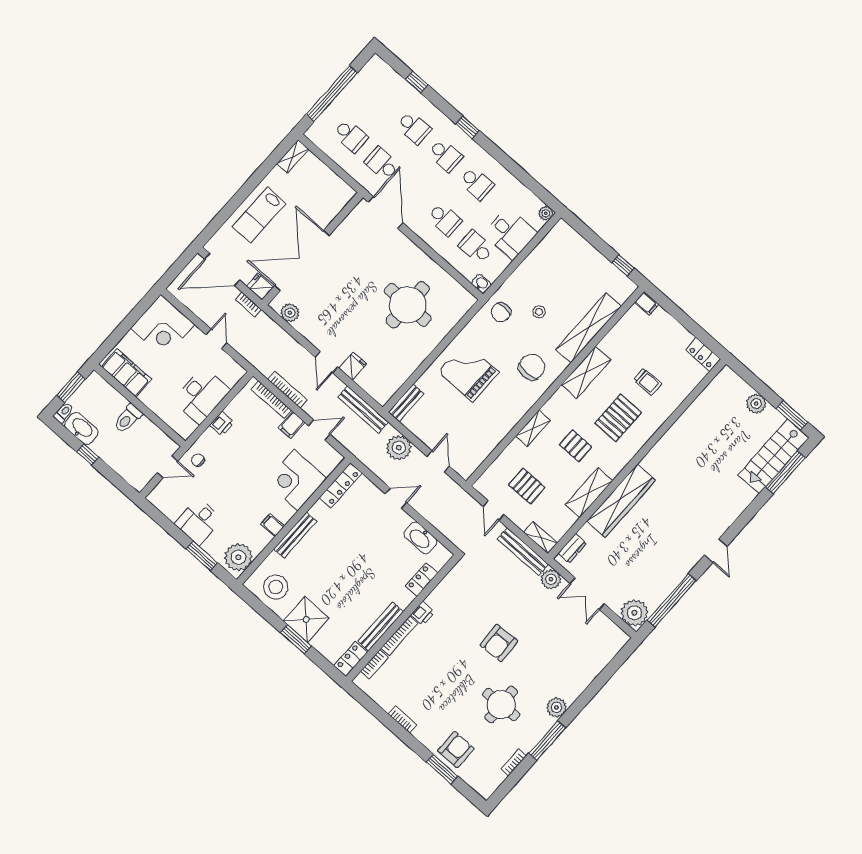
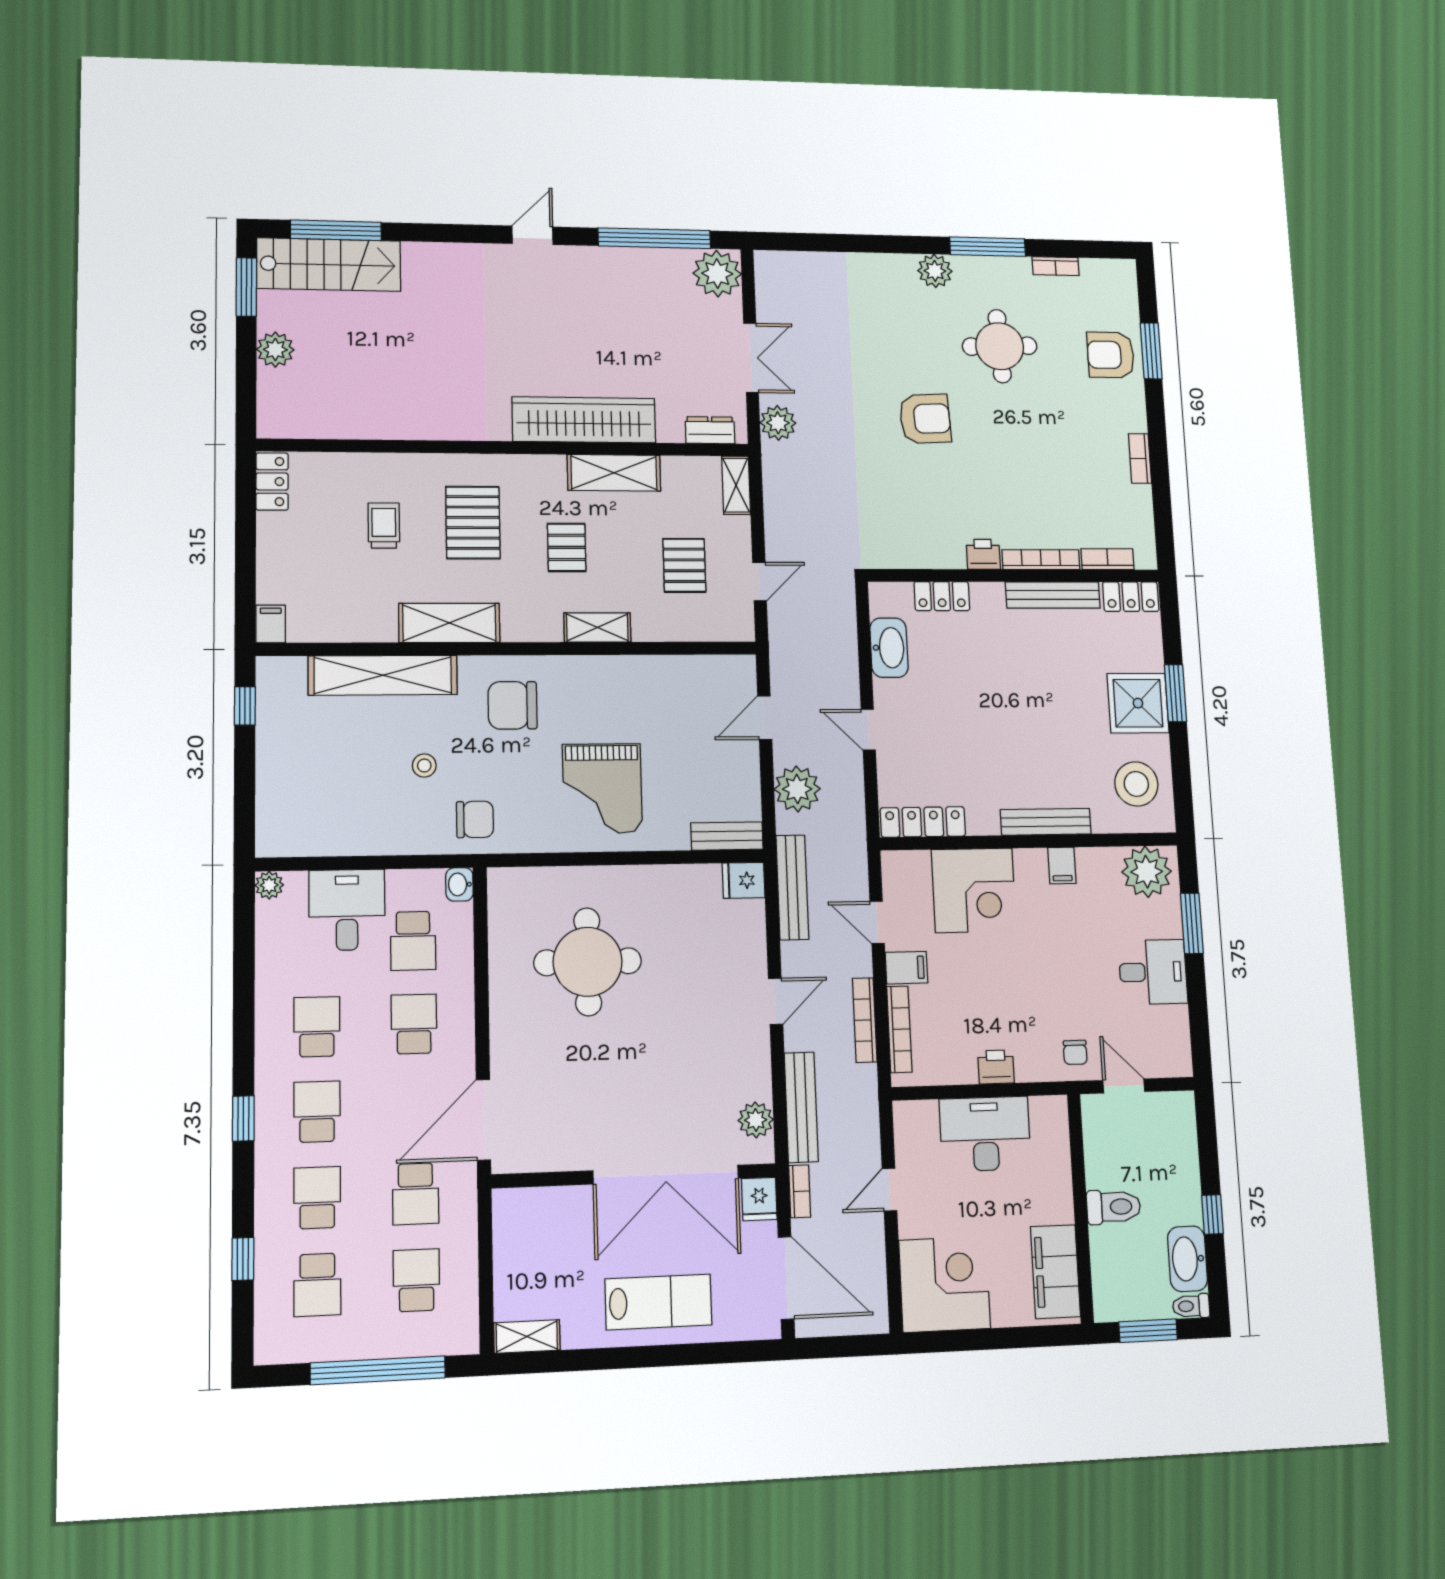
school desk: (382, 100) -> (317, 1285), added
fridge: (353, 366) -> (744, 880), moved
pallet: (618, 418) -> (473, 523), turned 90
bench: (523, 552) -> (801, 1107), moved

